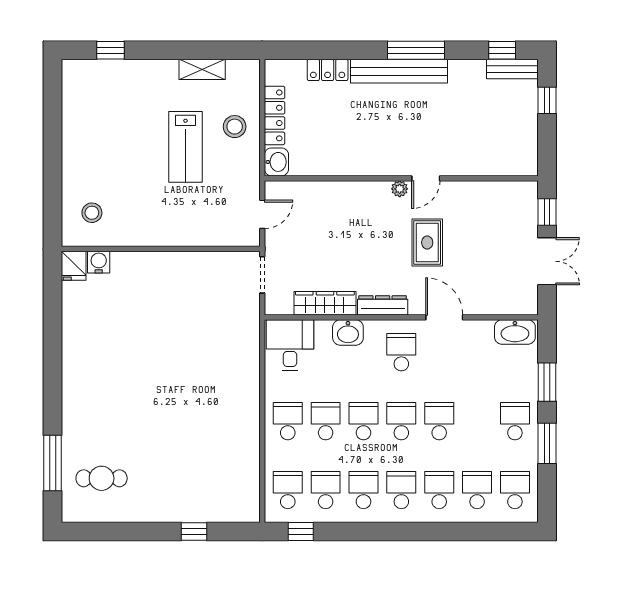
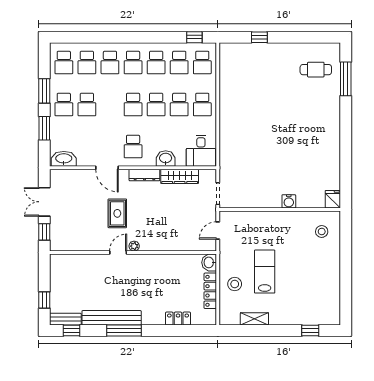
bench: (399, 71) -> (112, 318), moved
water cooler: (99, 262) -> (289, 201), moved
school desk: (439, 421) -> (87, 104), moved

